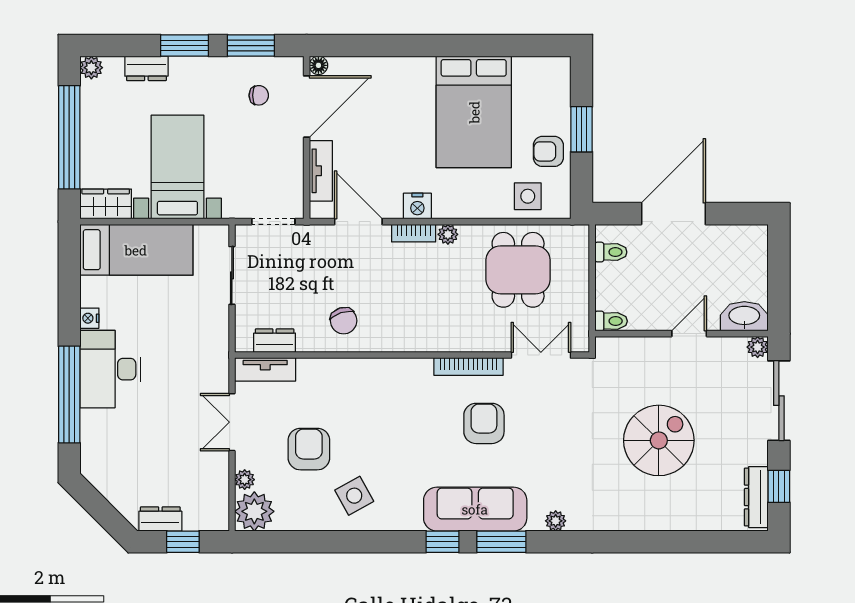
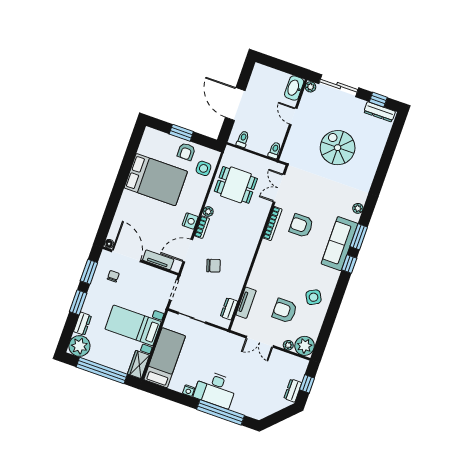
plant: (91, 68) -> (79, 346), width x1.88, depth x1.88
chair: (344, 321) -> (213, 266), moved
tv unit: (265, 369) -> (246, 303), moved

